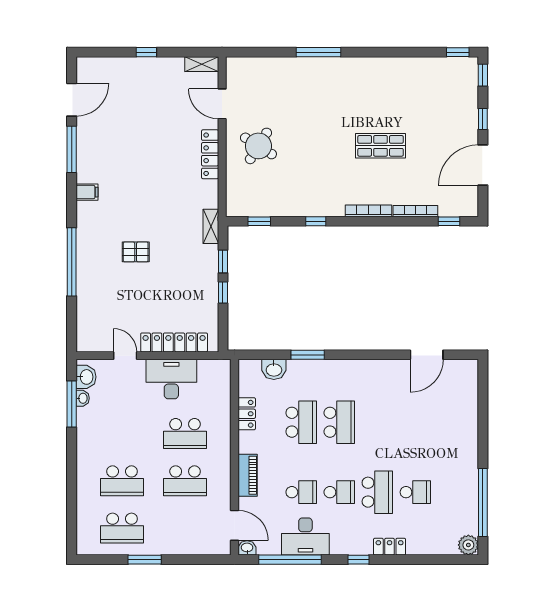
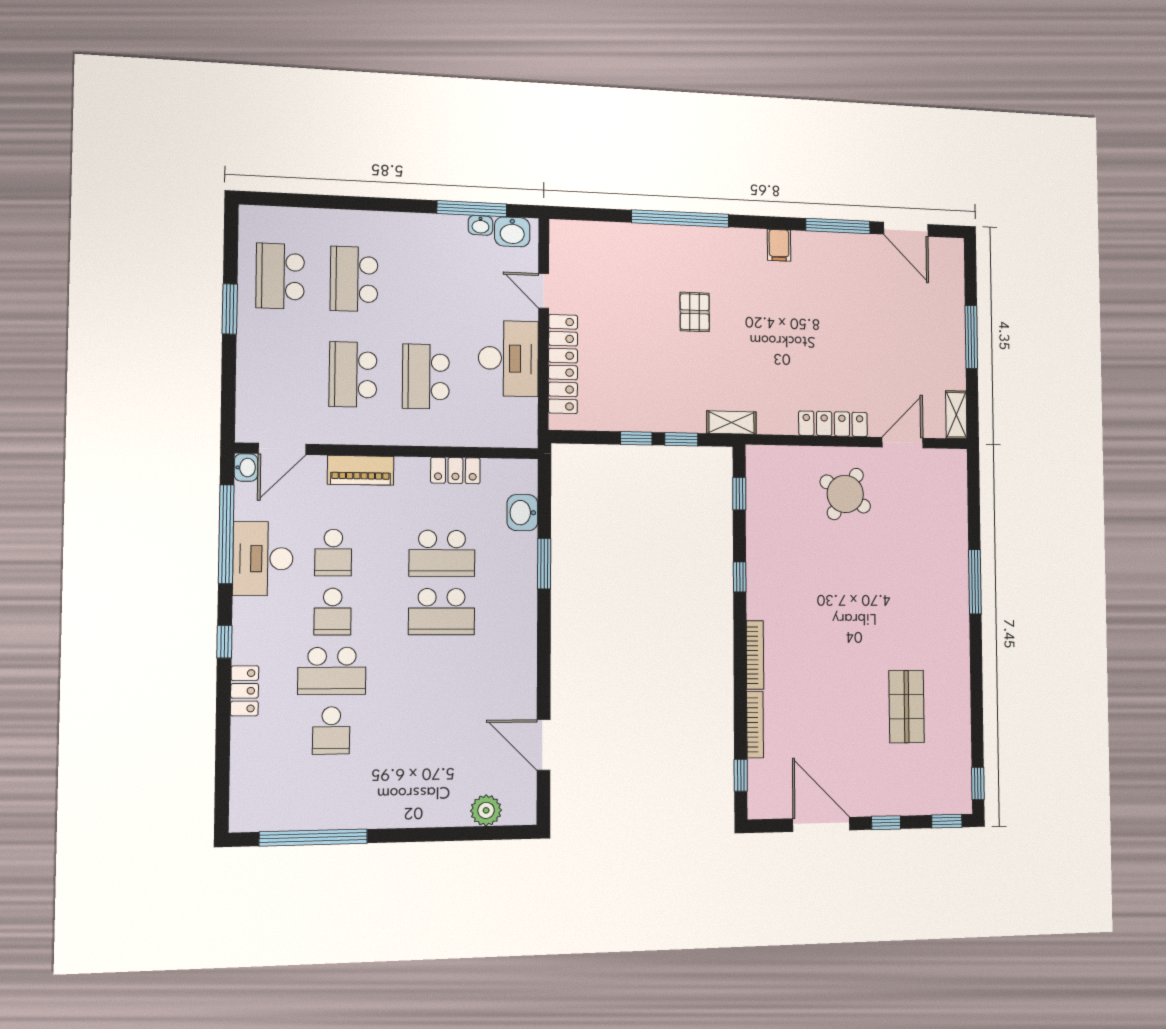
window: (146, 52) -> (971, 337), width x2.17
shop shelf: (381, 146) -> (907, 707), moved
door: (125, 356) -> (544, 291), swing flipped
plant: (468, 545) -> (486, 810), moved

